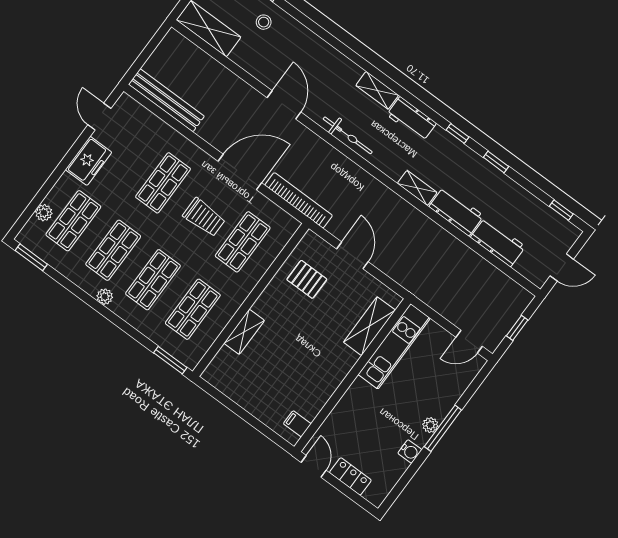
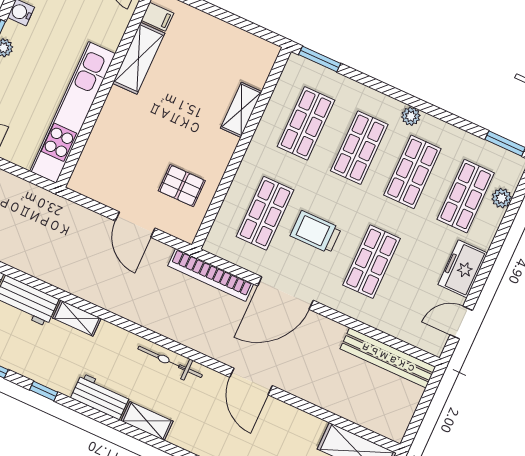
door: (99, 117) -> (461, 323), swing flipped
shelving: (369, 326) -> (139, 58), moved
kitchen unit: (394, 346) -> (73, 112), width x1.36

